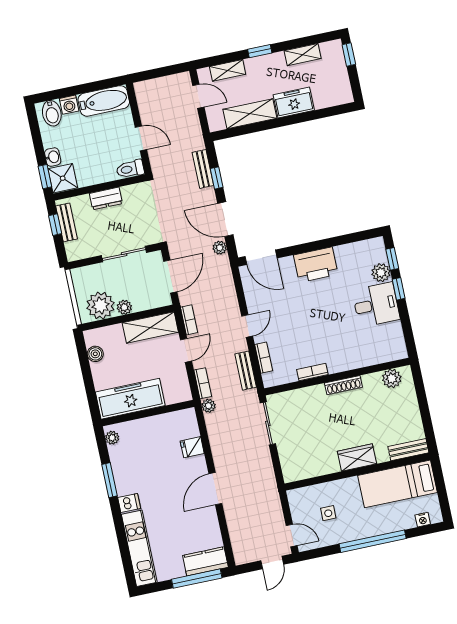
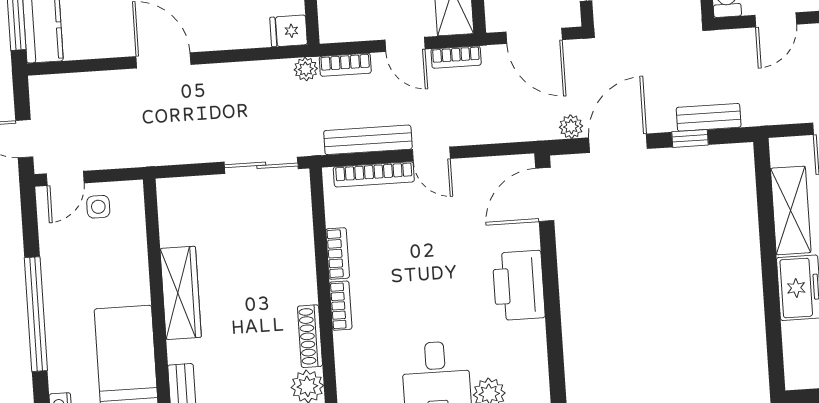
bookcase: (264, 358) -> (374, 174), width x1.56
bookcase: (342, 366) -> (341, 306), added
bench: (246, 371) -> (368, 140), width x1.36
shoe rack: (343, 385) -> (310, 336), moved
fridge: (192, 447) -> (289, 31), moved, turned -90
wardrobe: (357, 458) -> (181, 293), width x1.50
side table: (328, 513) -> (98, 207), moved

